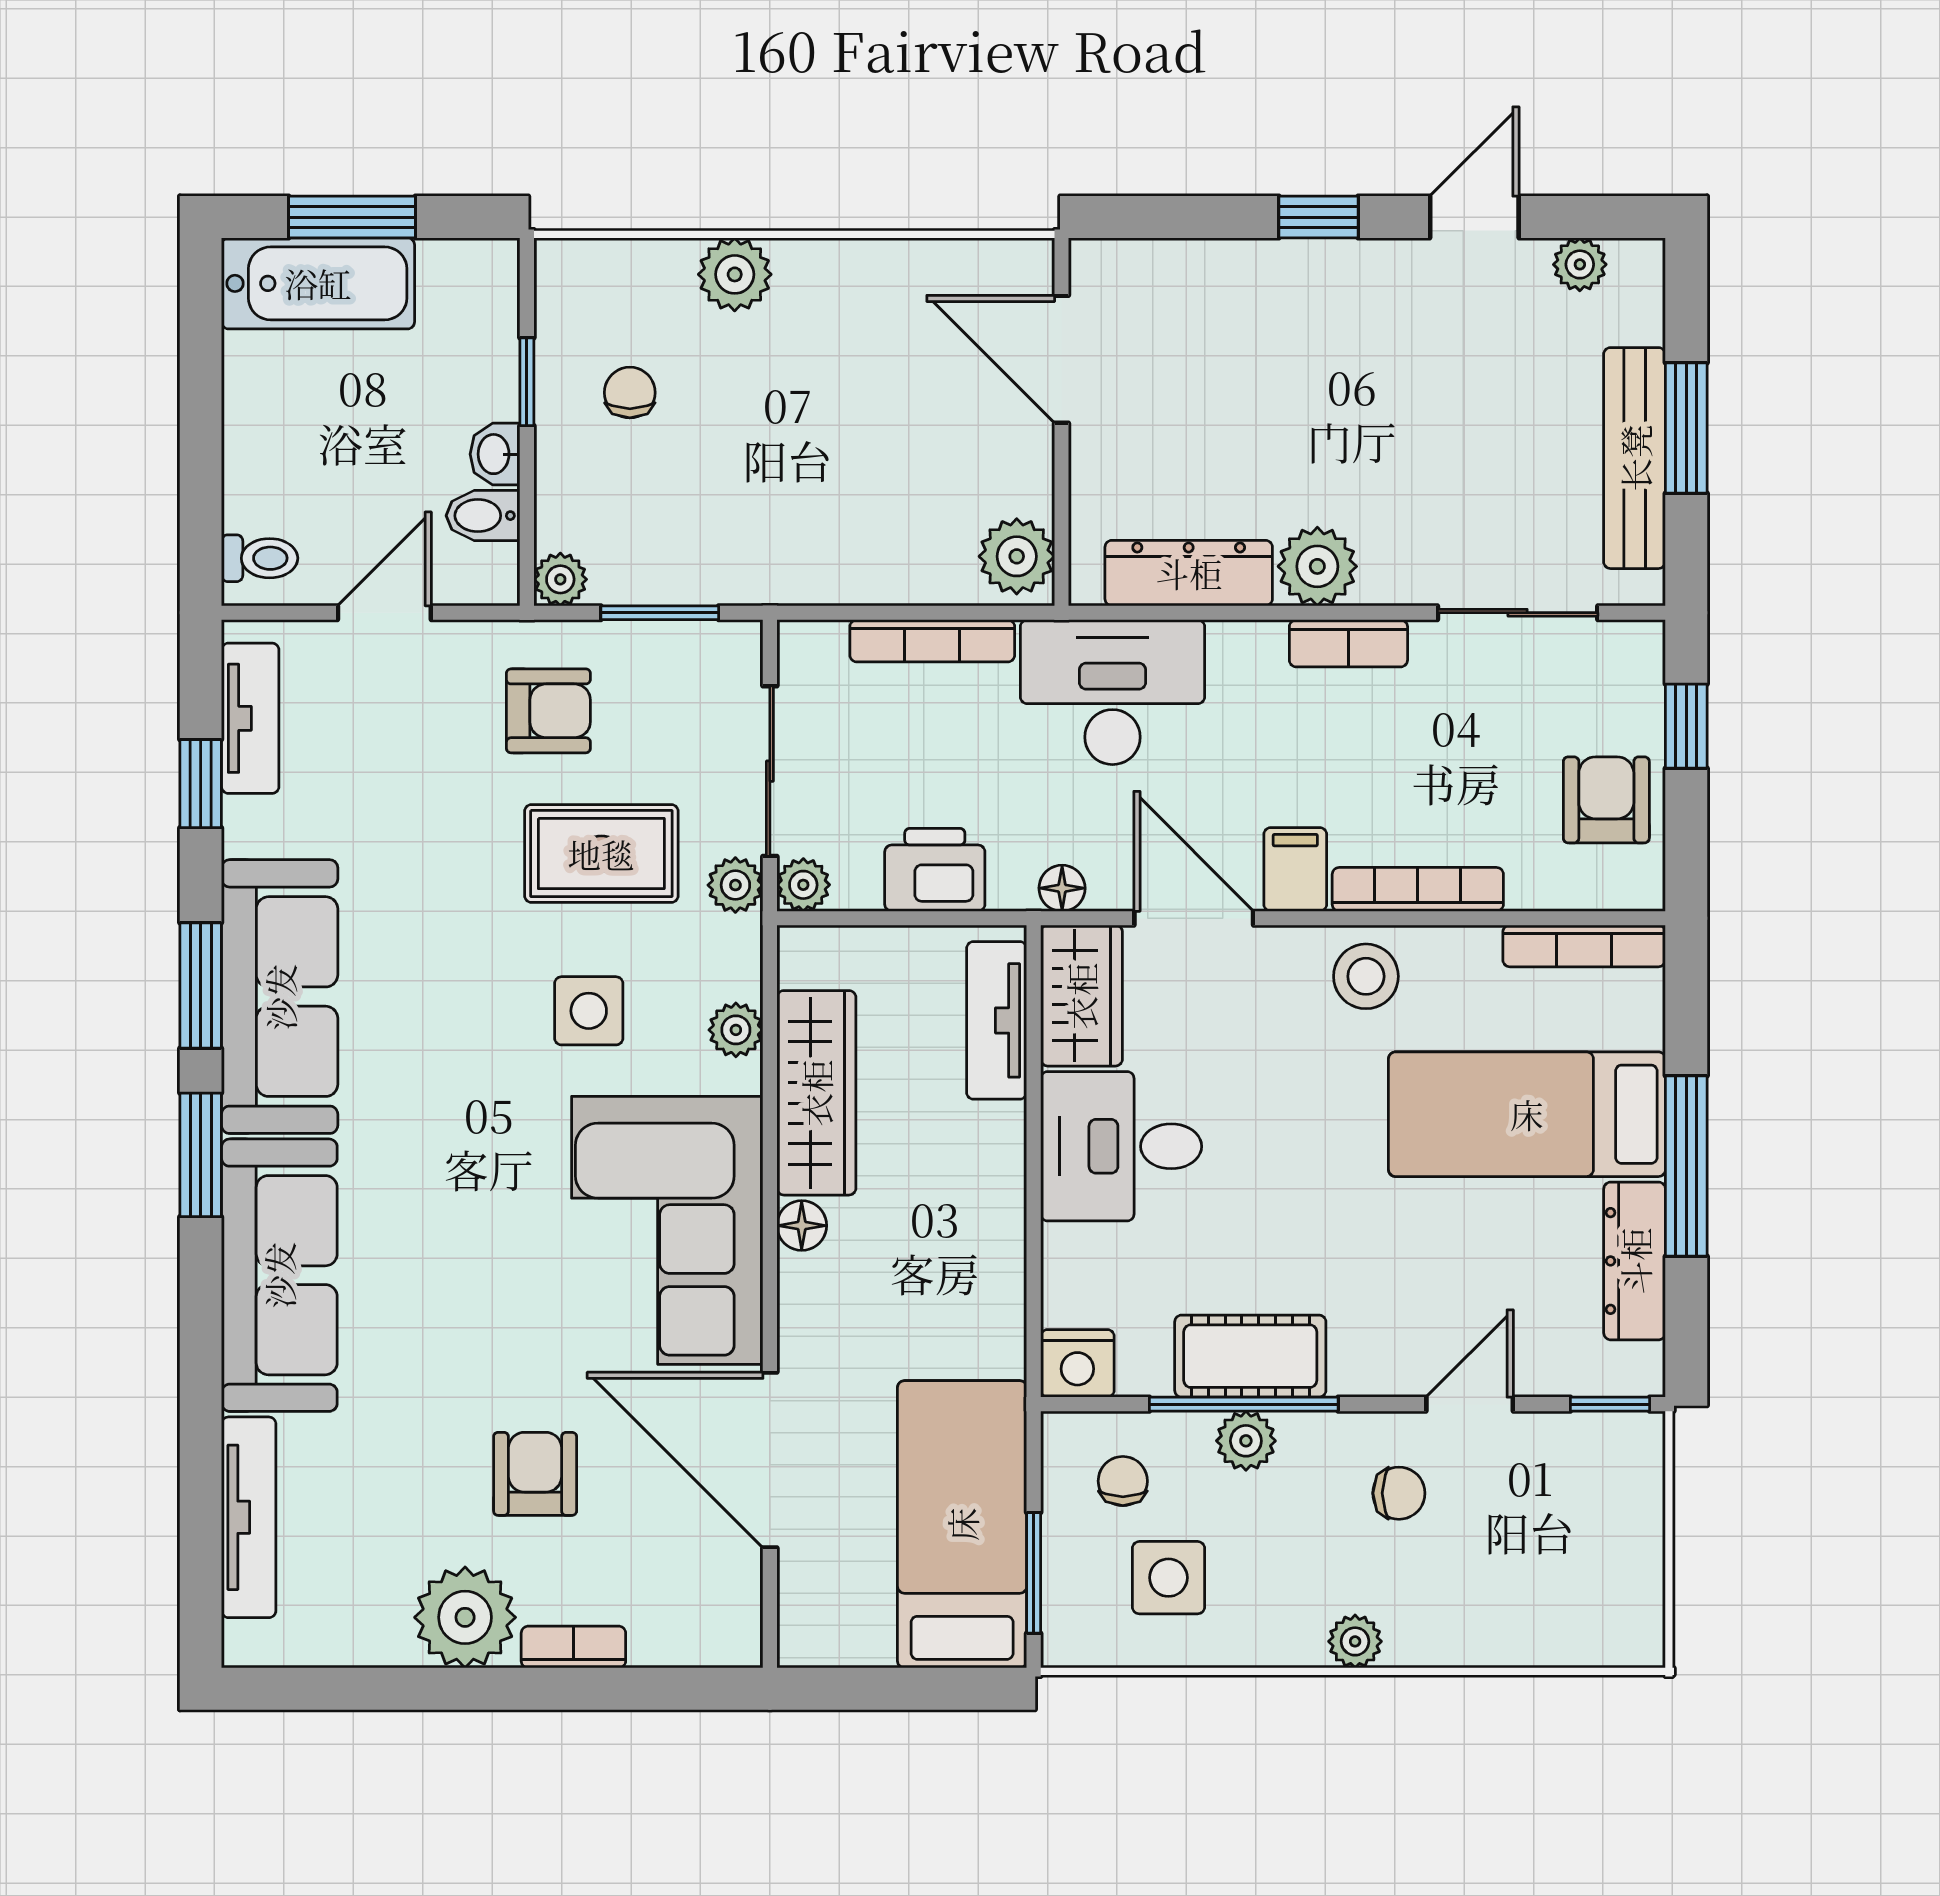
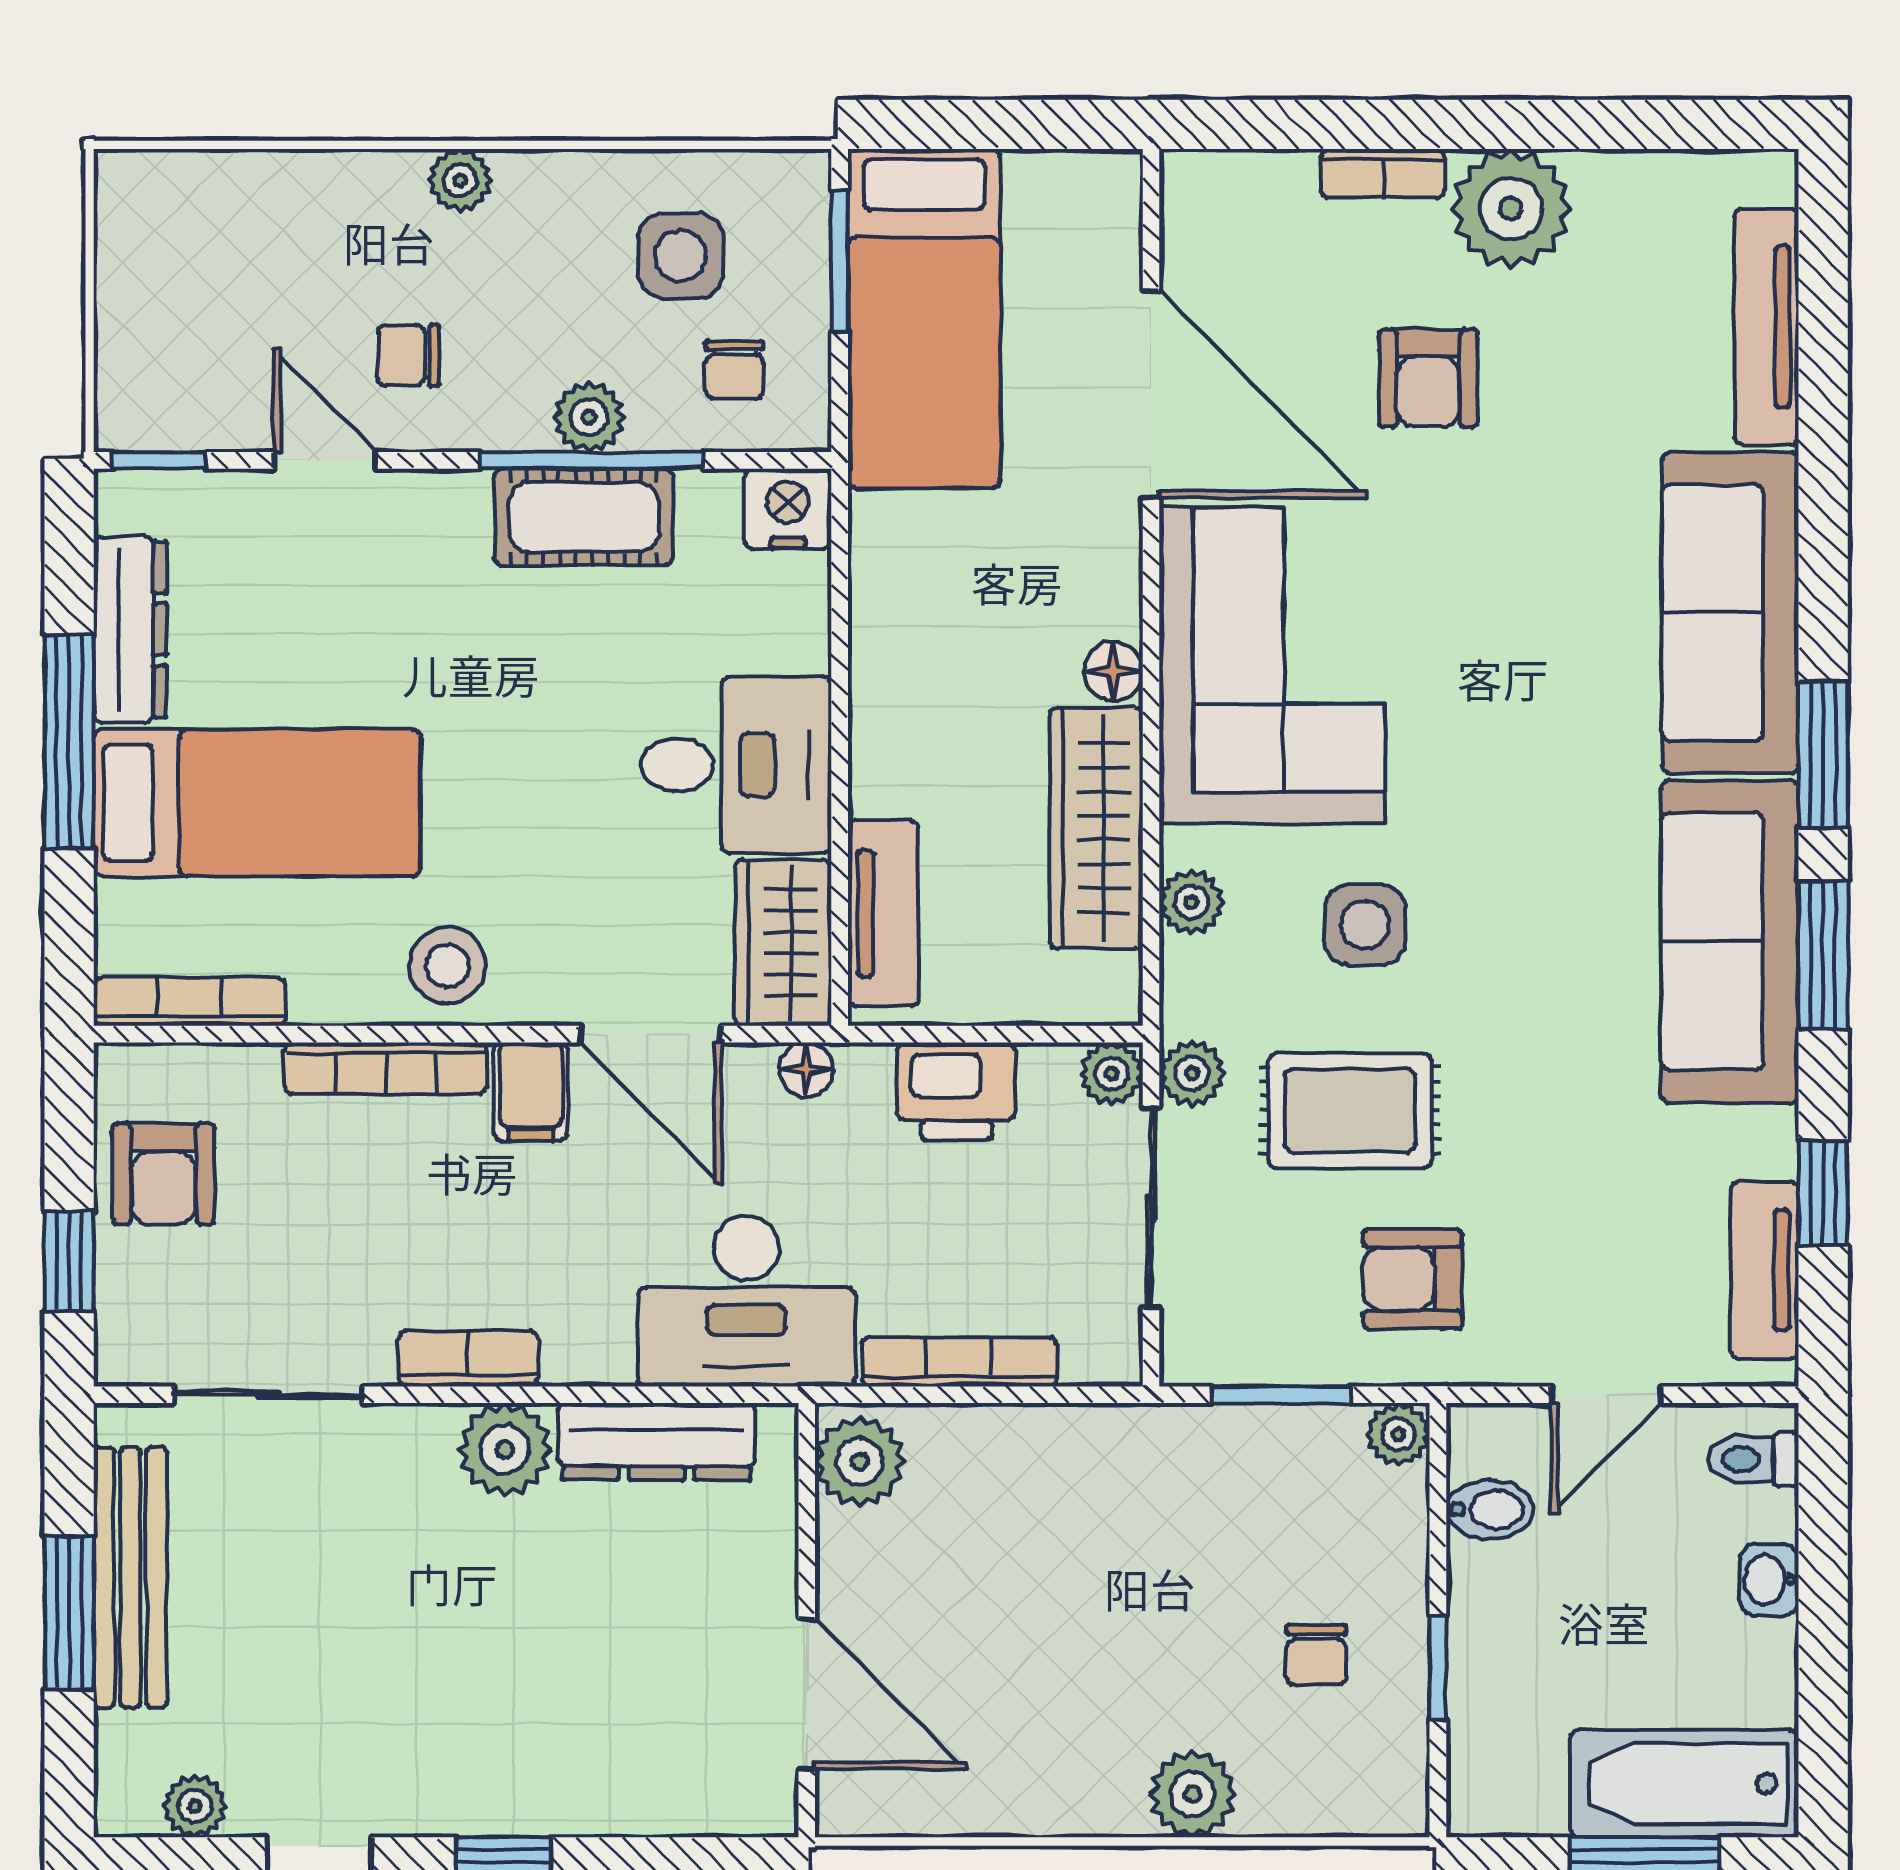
washbasin: (495, 454) -> (1769, 1580), moved, turned 180
door: (1470, 1404) -> (325, 460), swing flipped

